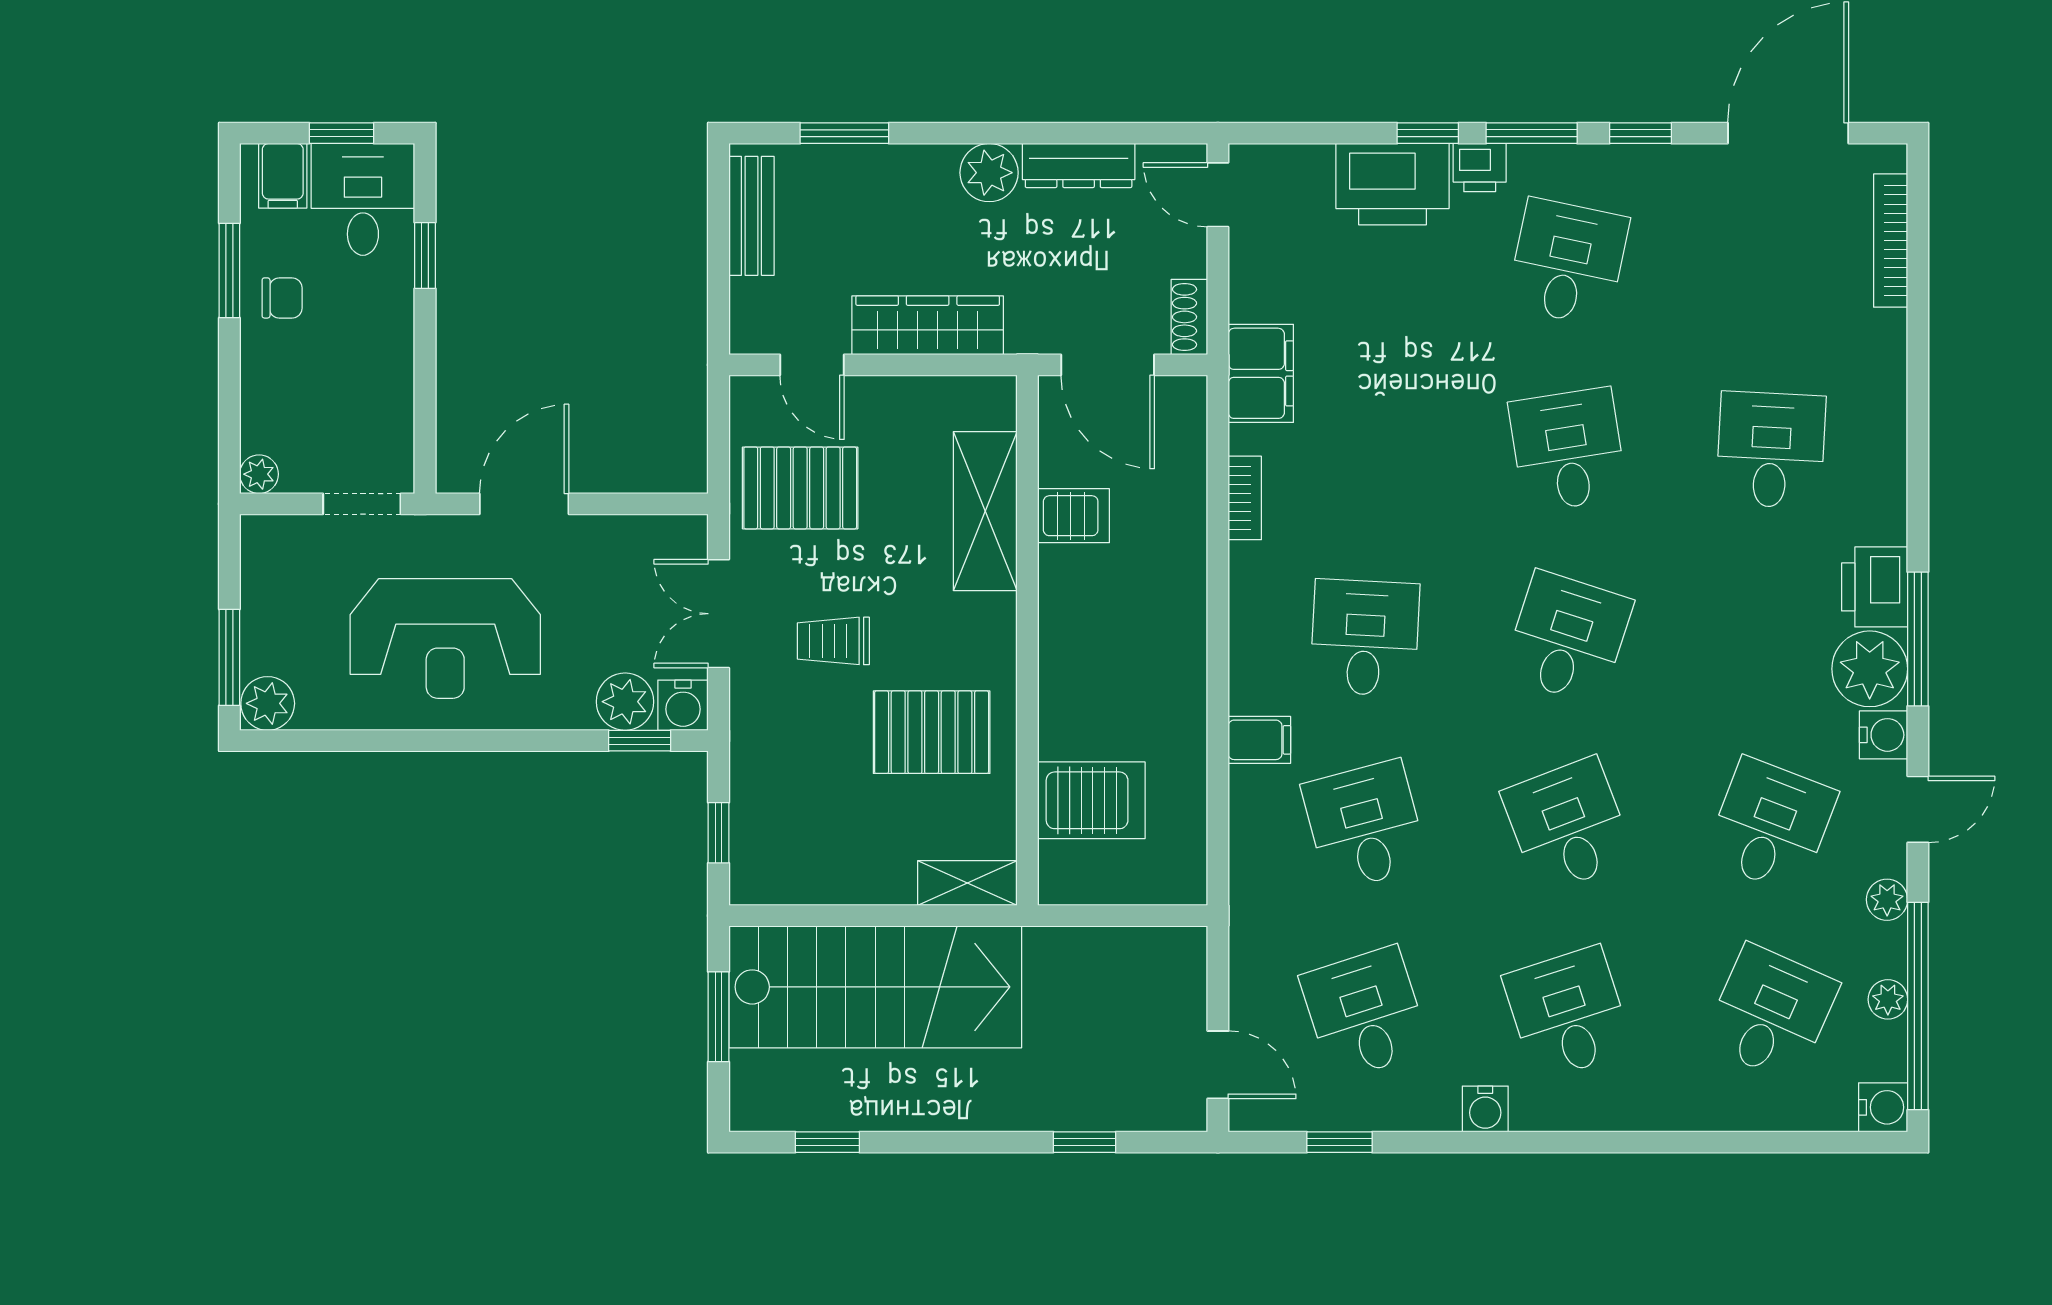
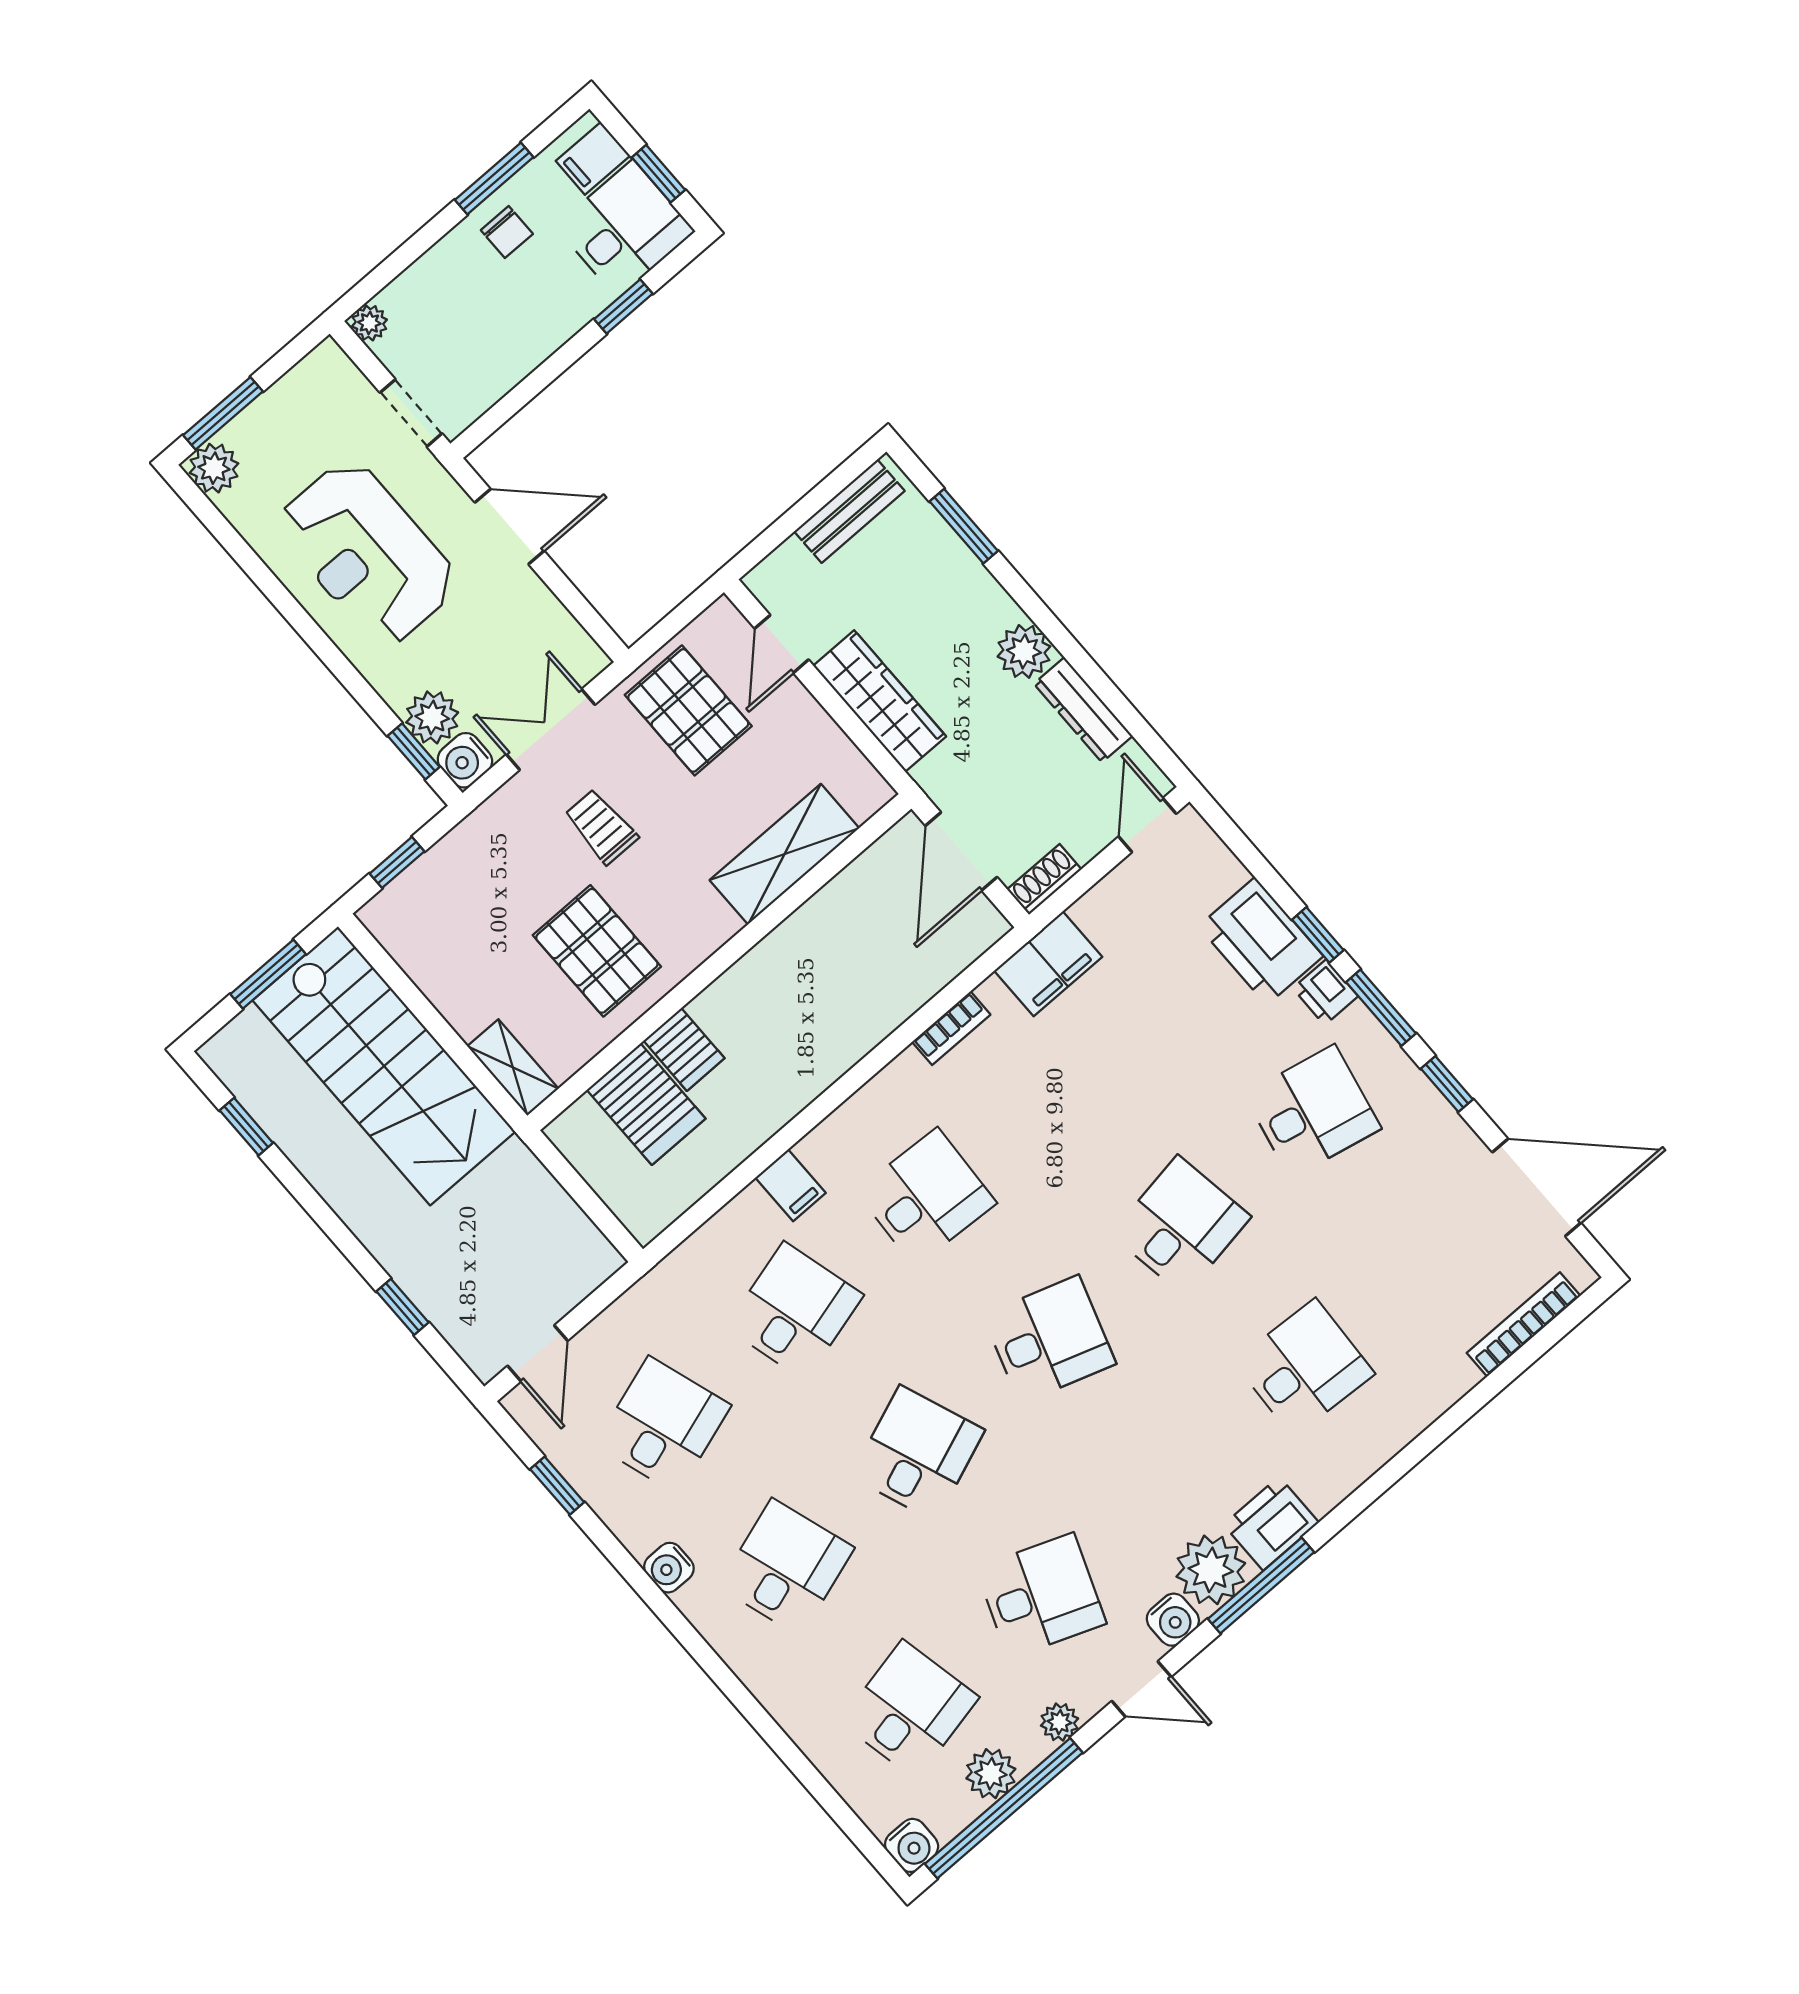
server rack: (1074, 516) -> (684, 1049), moved
plant: (1888, 999) -> (991, 1774), width x1.38, depth x1.38
desk: (1771, 1013) -> (909, 1710), turned -36

